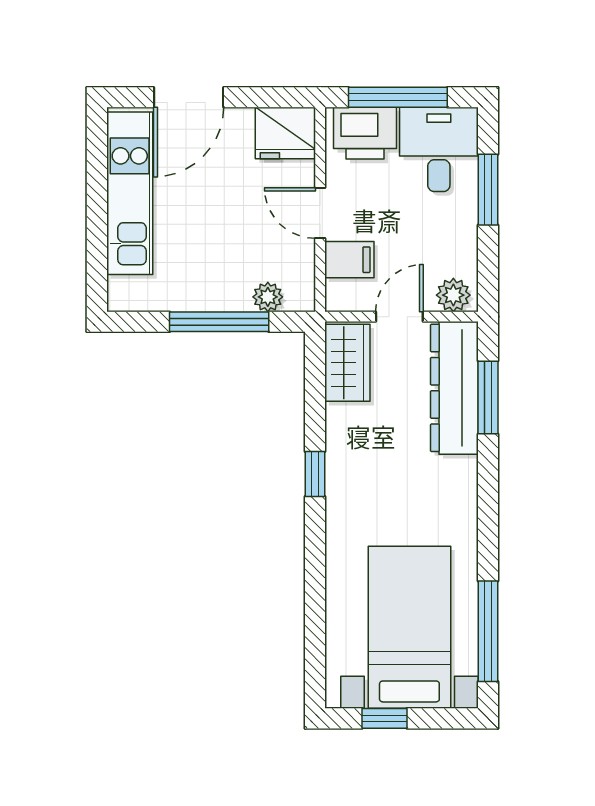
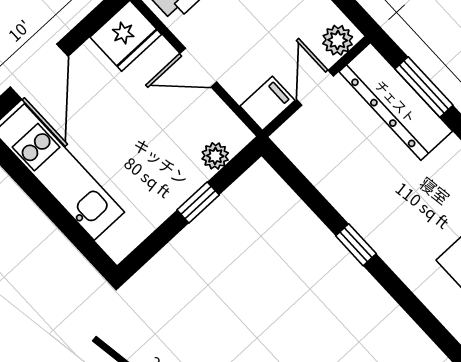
filing cabinet: (349, 260) -> (267, 103), moved
window: (219, 322) -> (198, 202), width x0.46
wardrobe: (347, 363) -> (309, 151), removed

